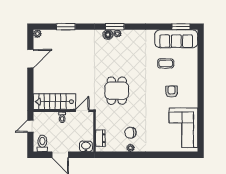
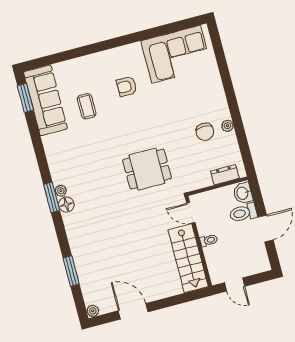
toilet: (42, 143) -> (243, 213), moved

